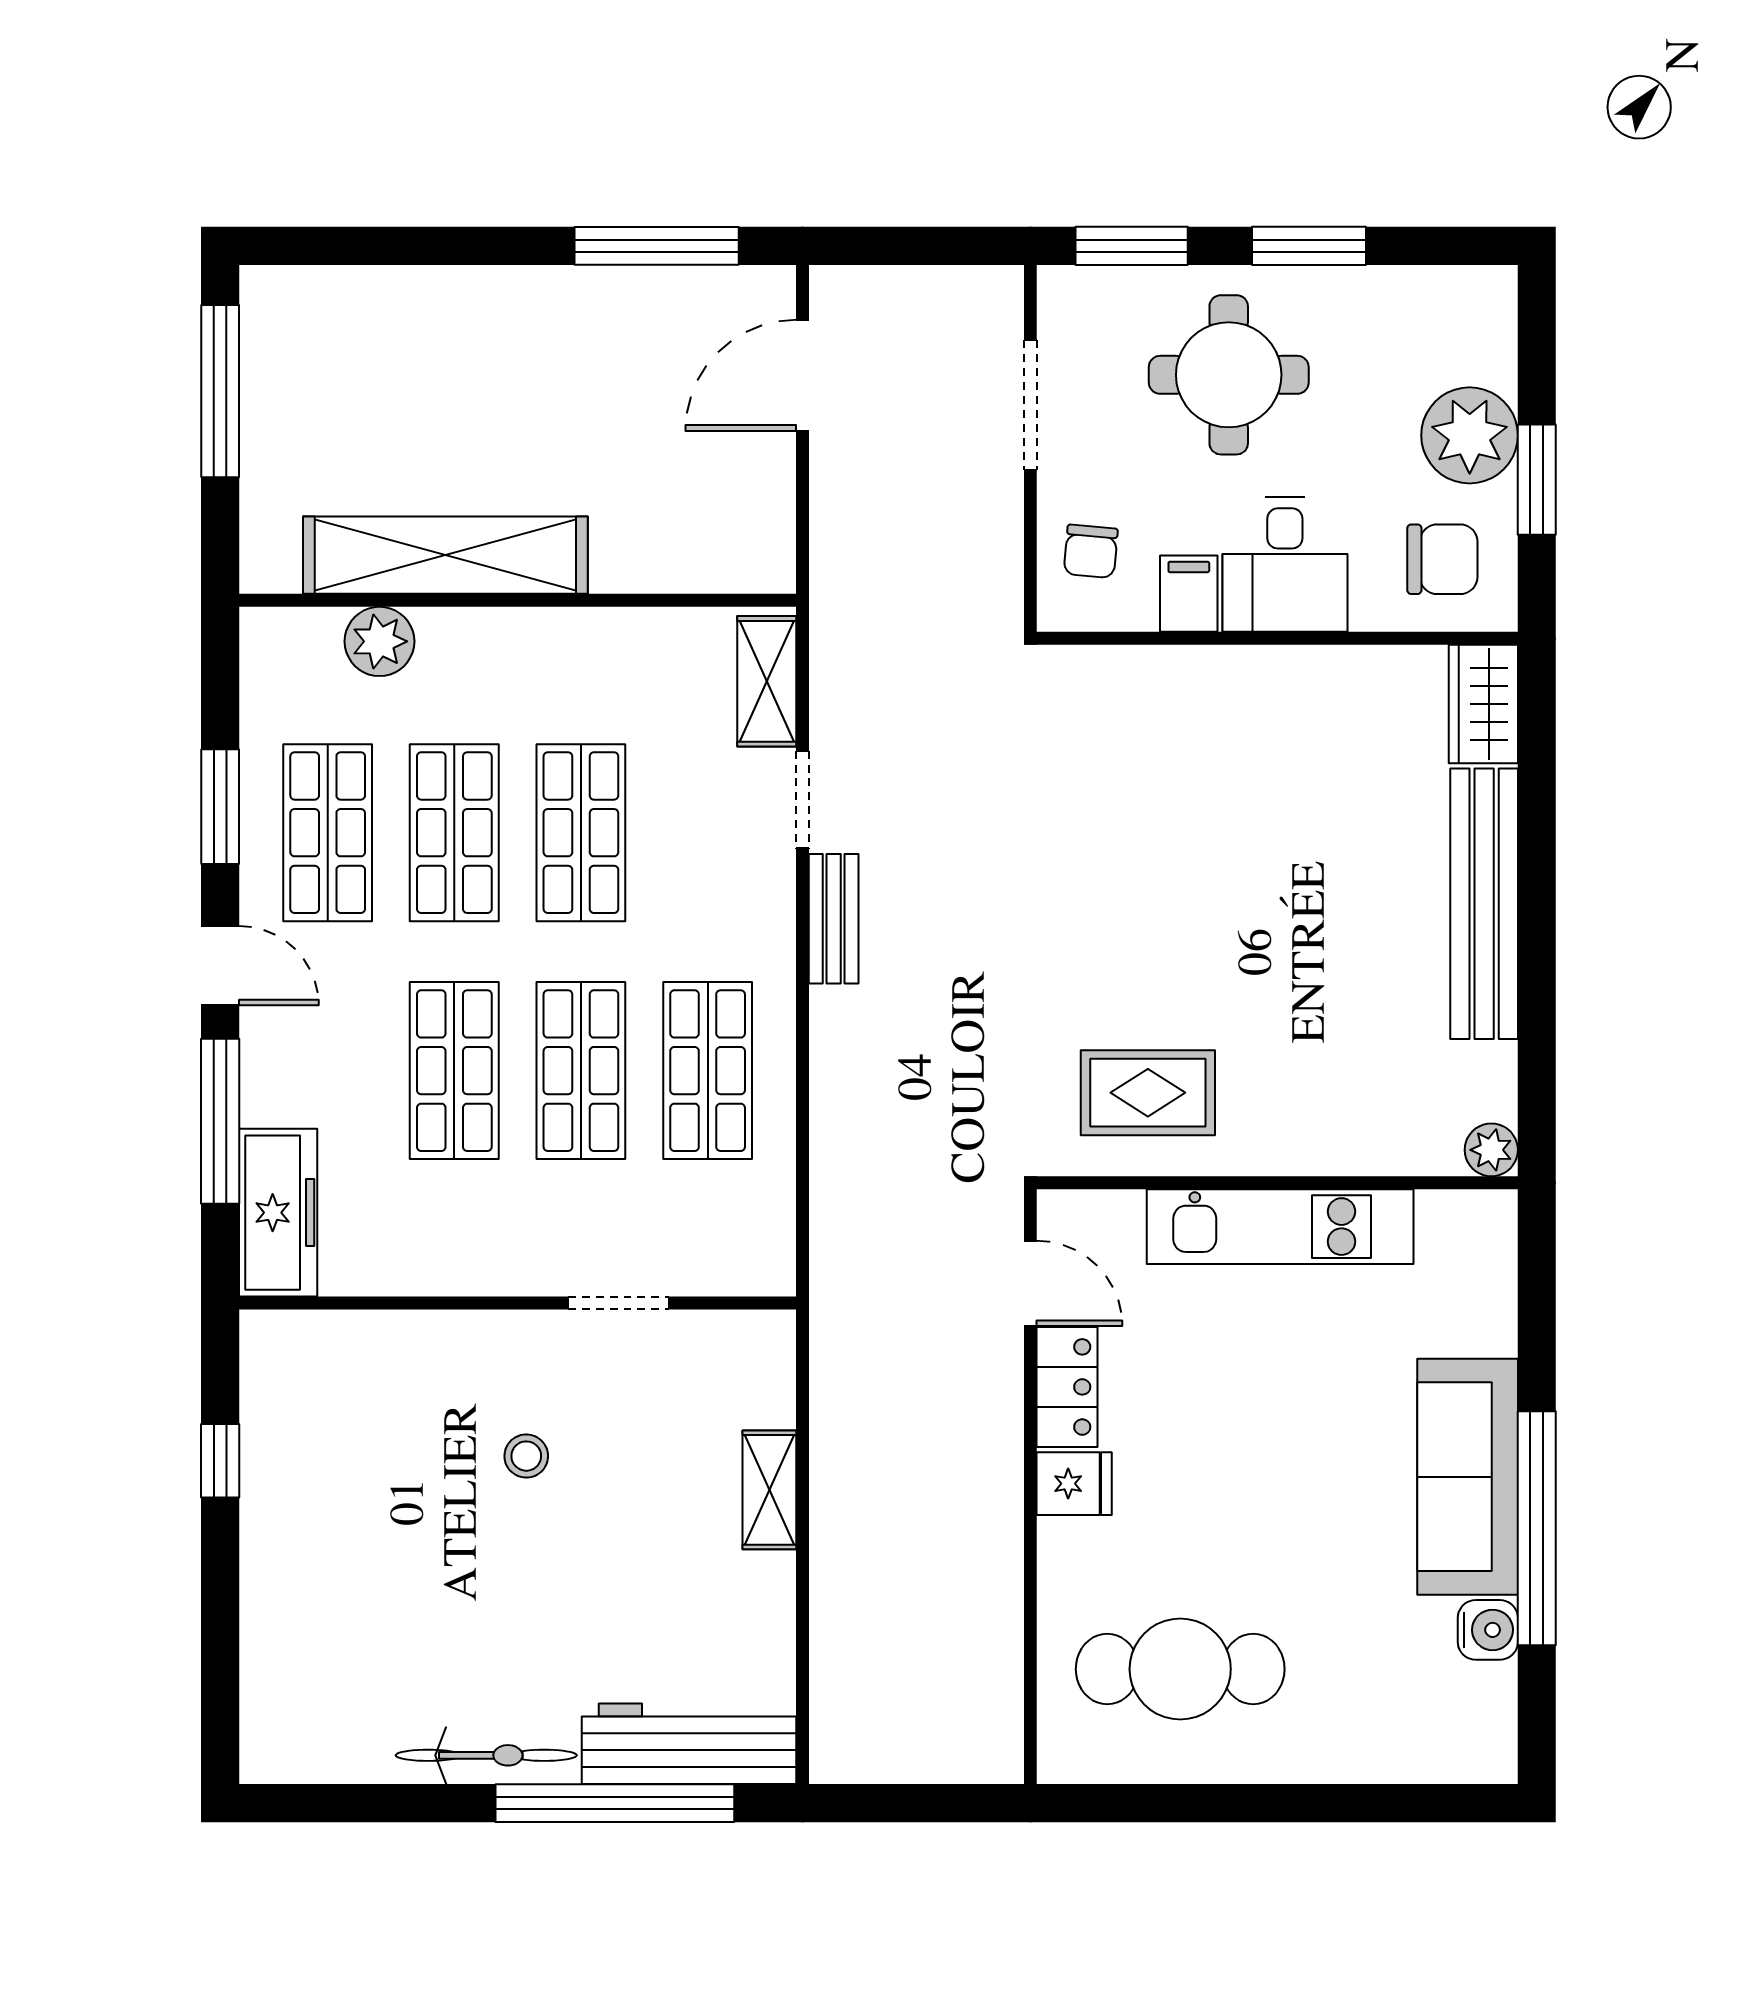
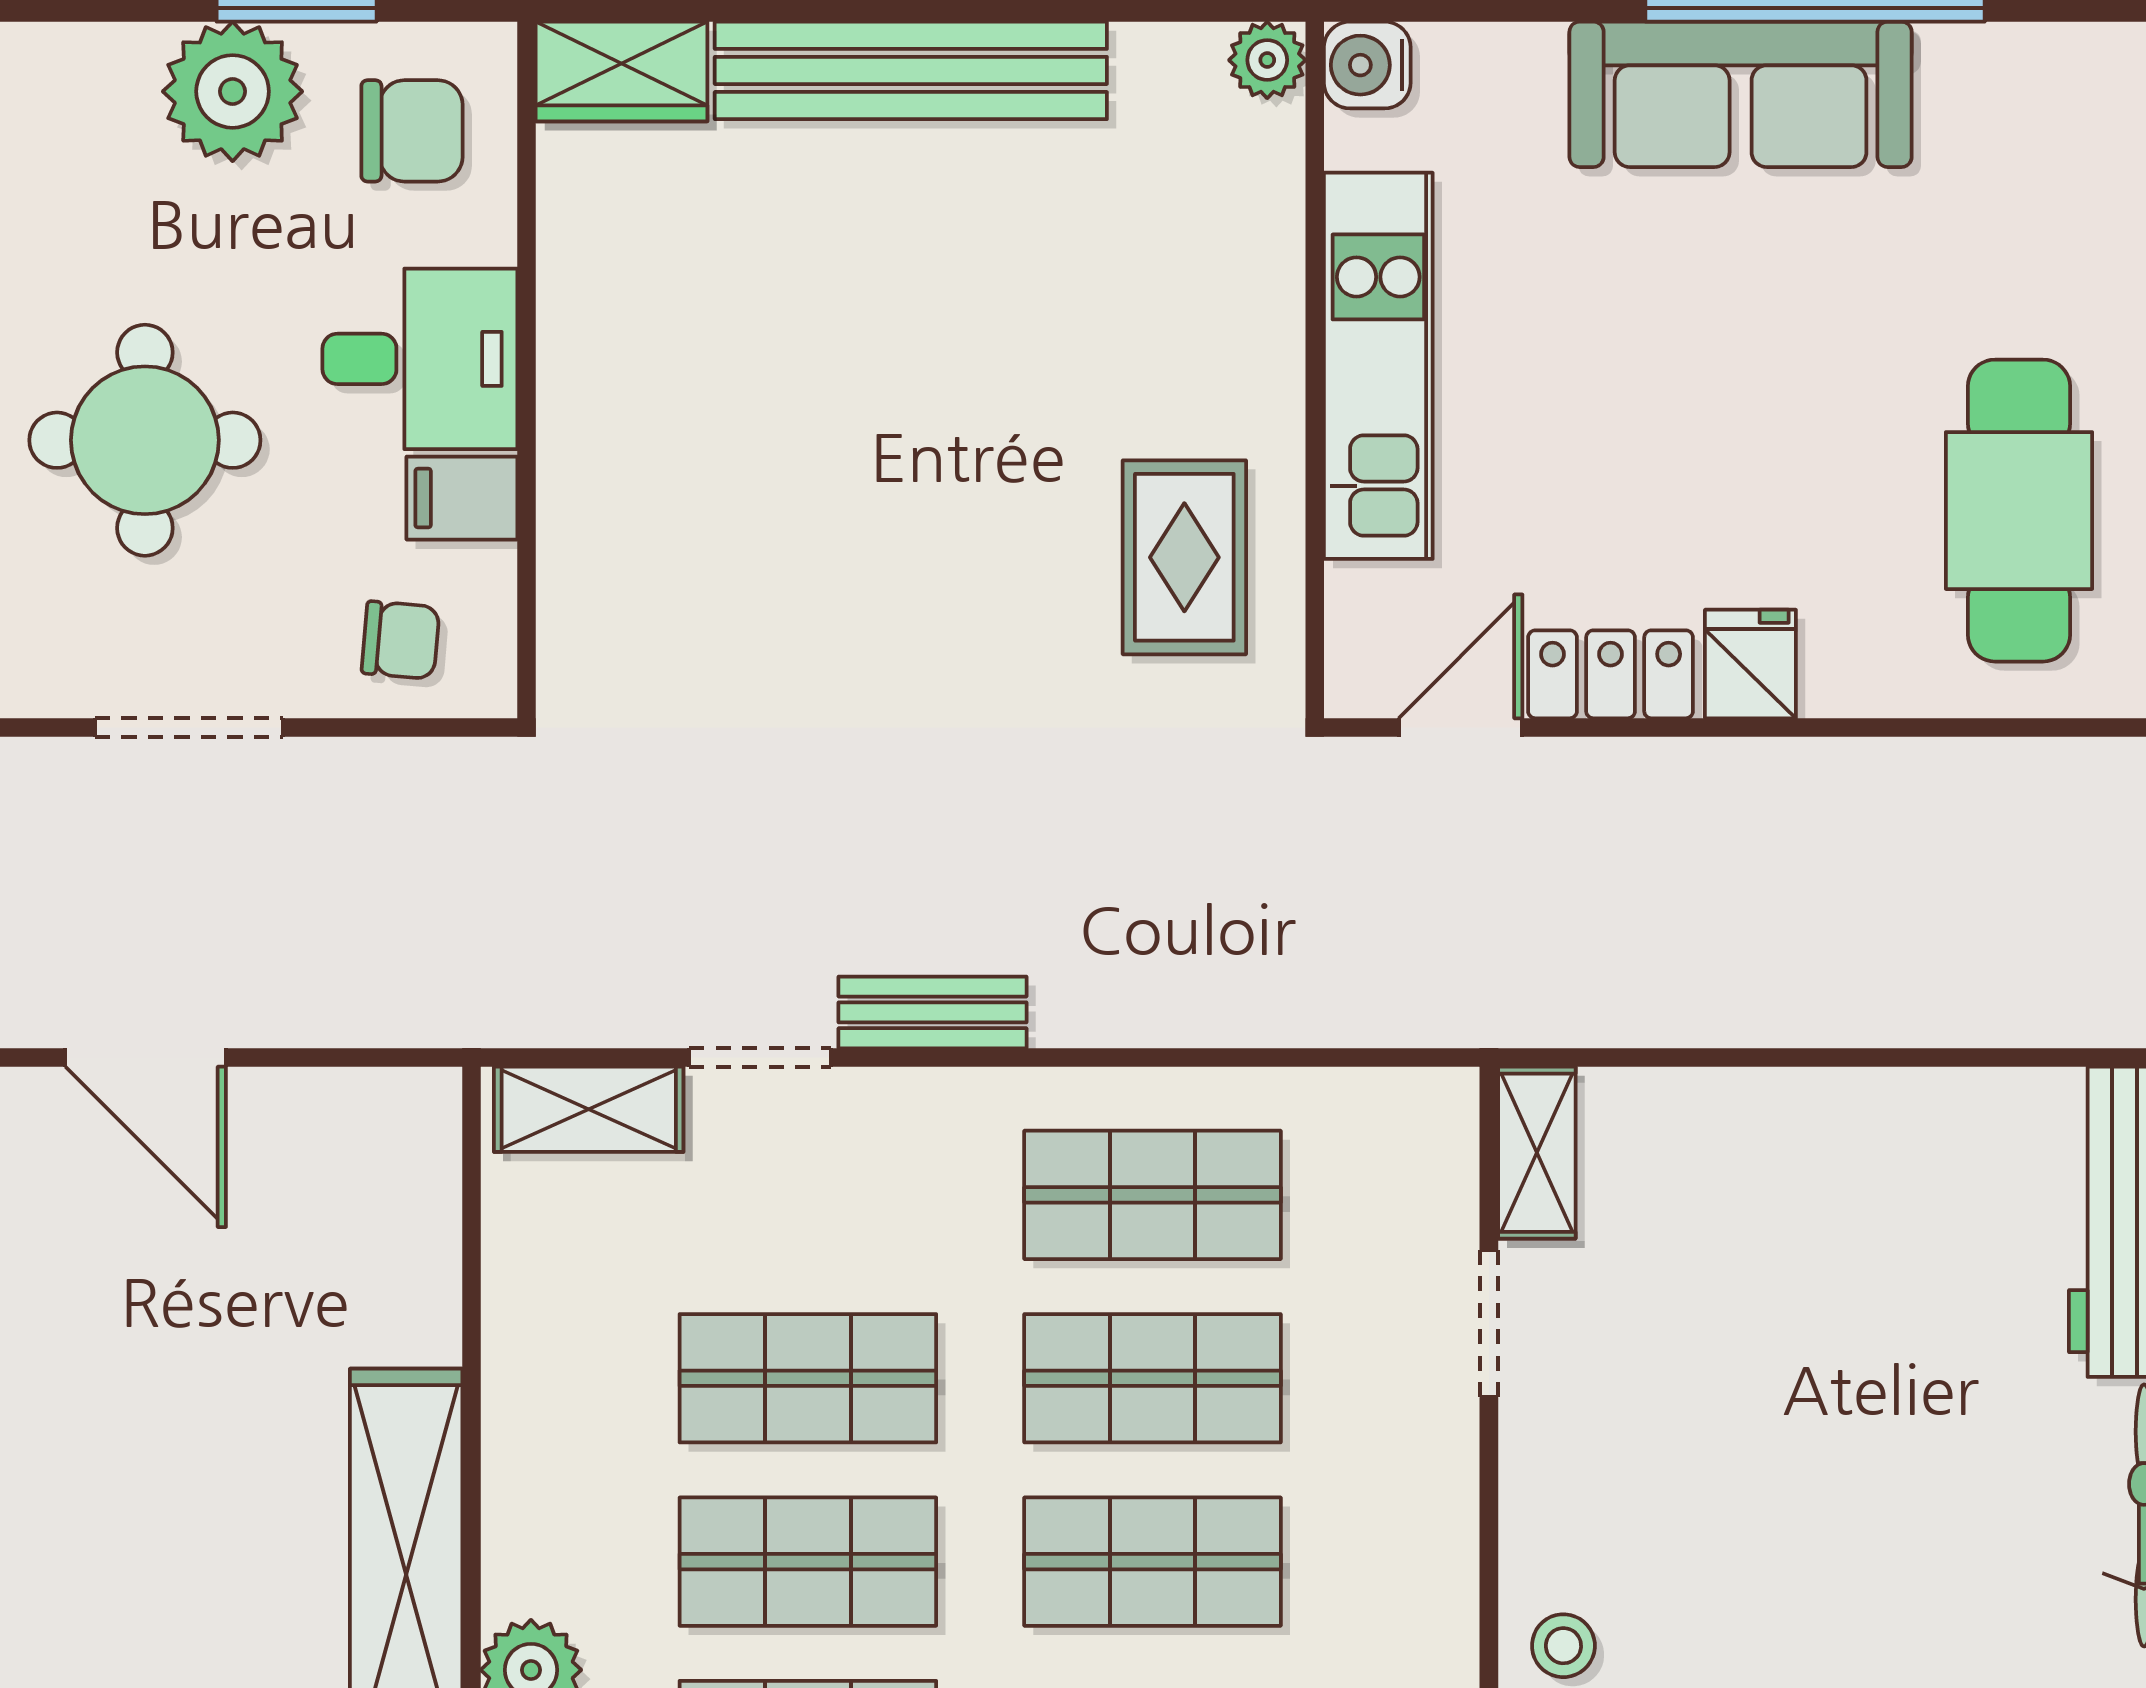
chair: (1442, 559) -> (412, 131), turned 90
stool: (526, 1456) -> (1563, 1646), moved
shelving: (769, 1490) -> (1537, 1153), moved, turned 90
water cooler: (1488, 1630) -> (1367, 65), moved, turned -90

